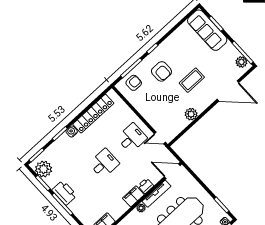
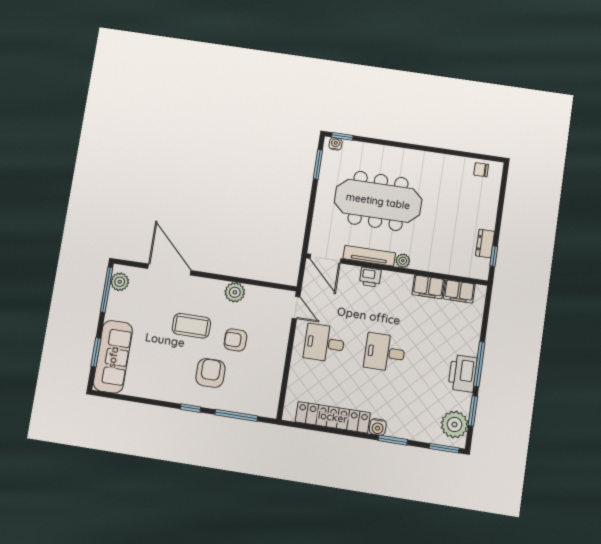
armchair: (134, 83) -> (235, 340), moved
filing cabinet: (133, 196) -> (428, 287), moved

